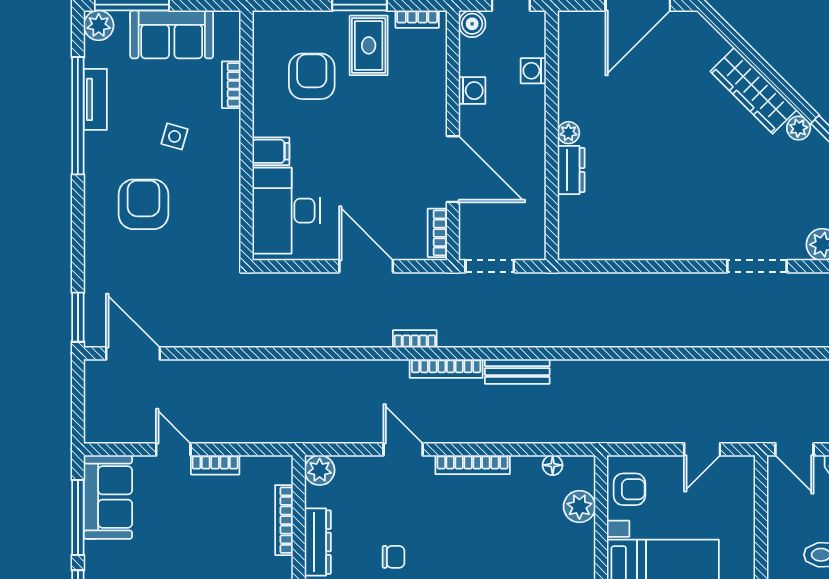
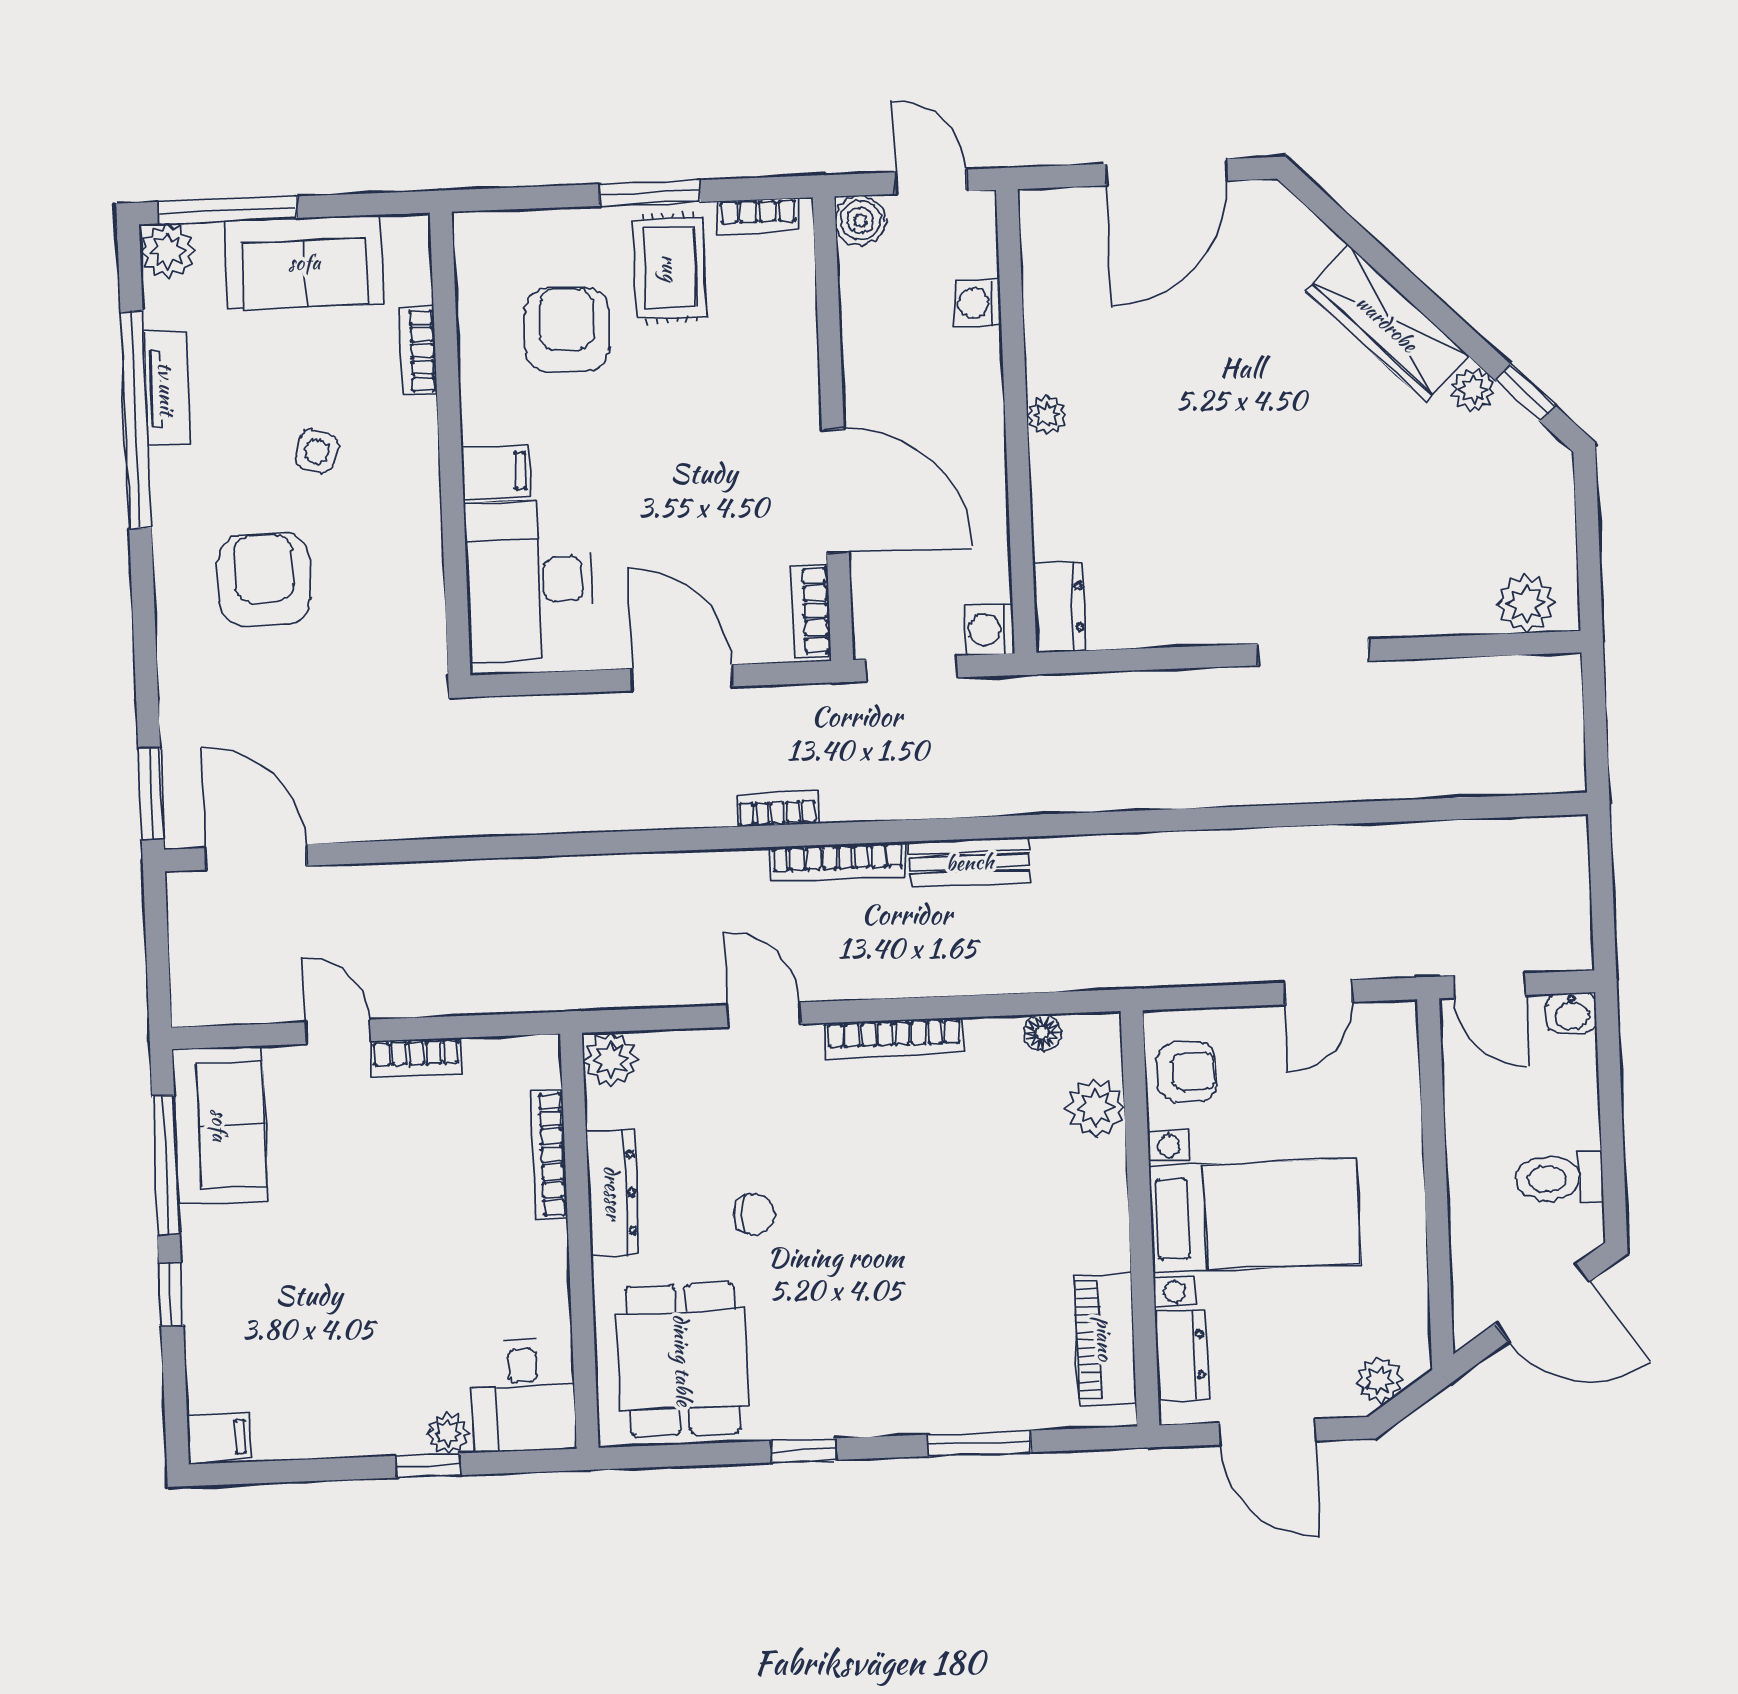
washing machine: (472, 91) -> (989, 630), moved, turned 180
dresser: (571, 170) -> (1060, 607), moved
doorway: (757, 266) -> (1313, 652), moved

